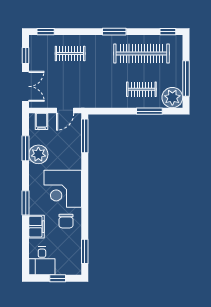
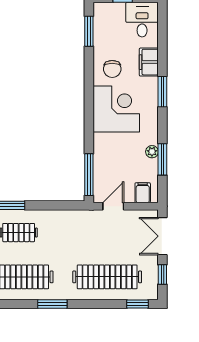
clothes rail: (70, 54) -> (107, 277), width x1.86, depth x1.31
plant: (38, 154) -> (152, 152), width x0.53, depth x0.53
chair: (66, 221) -> (112, 69), turned 180

